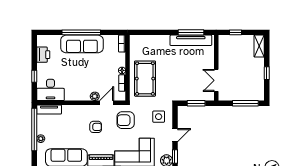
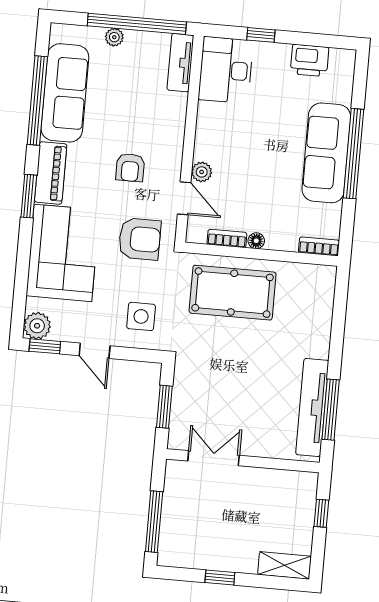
armchair: (126, 120) -> (140, 239), turned 90

